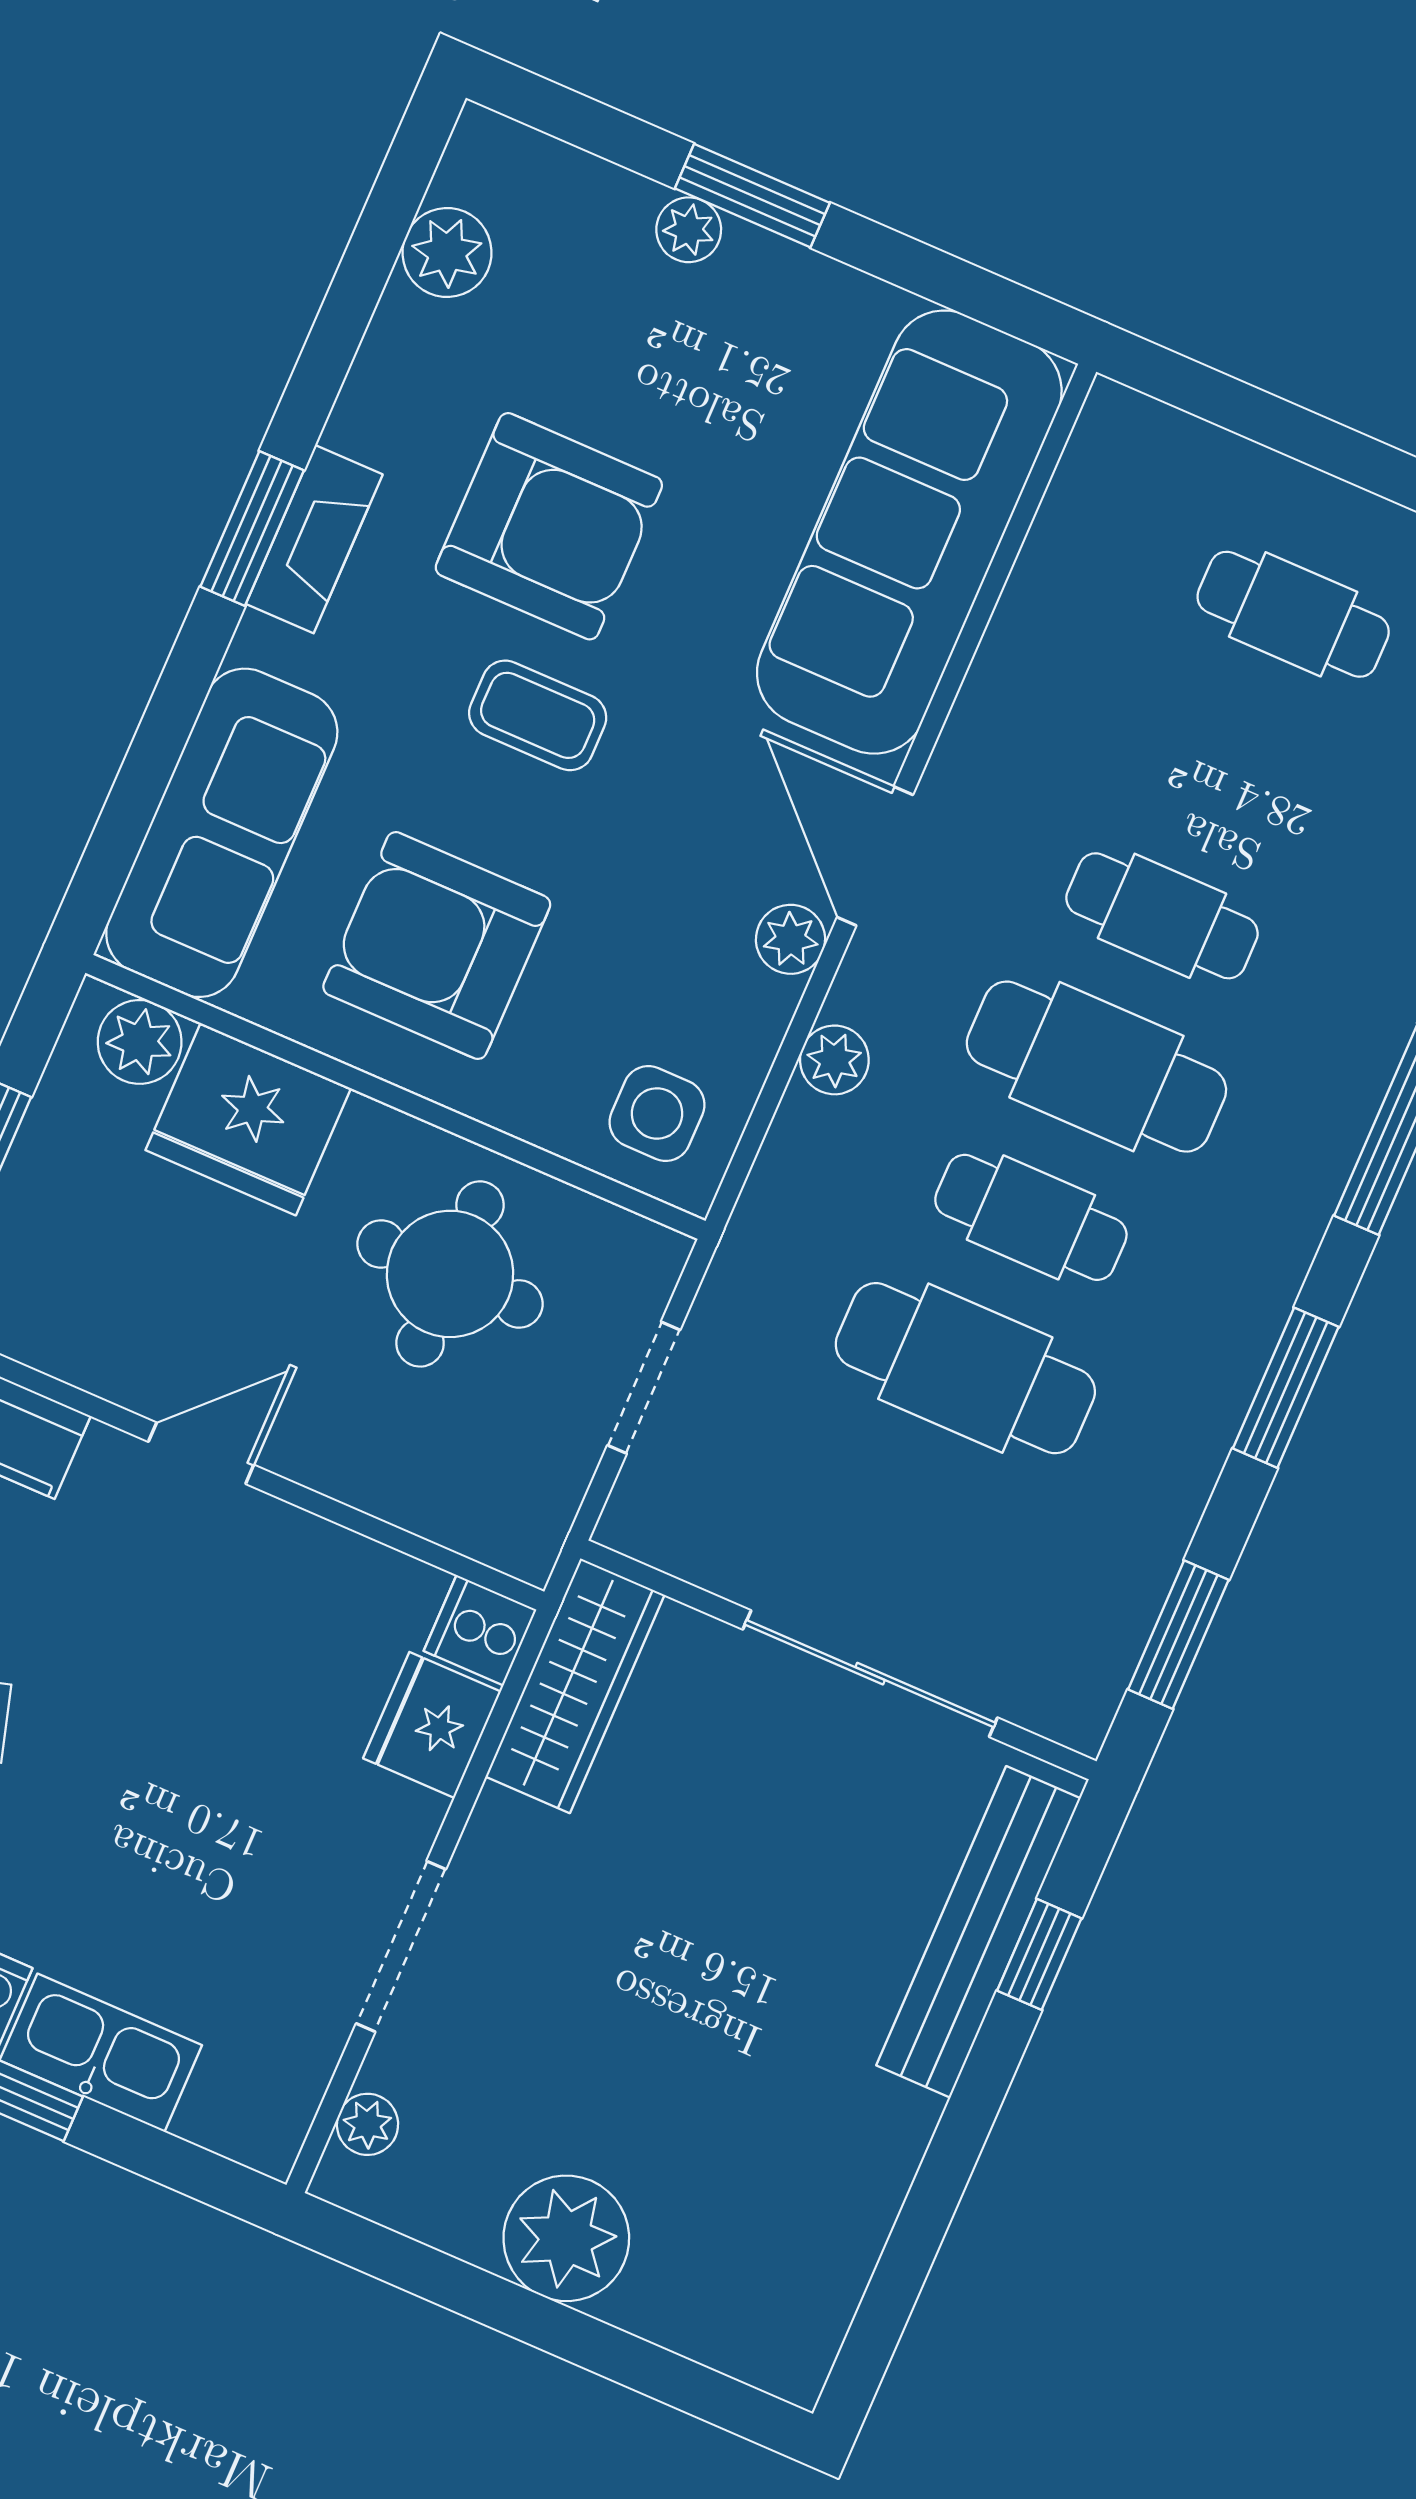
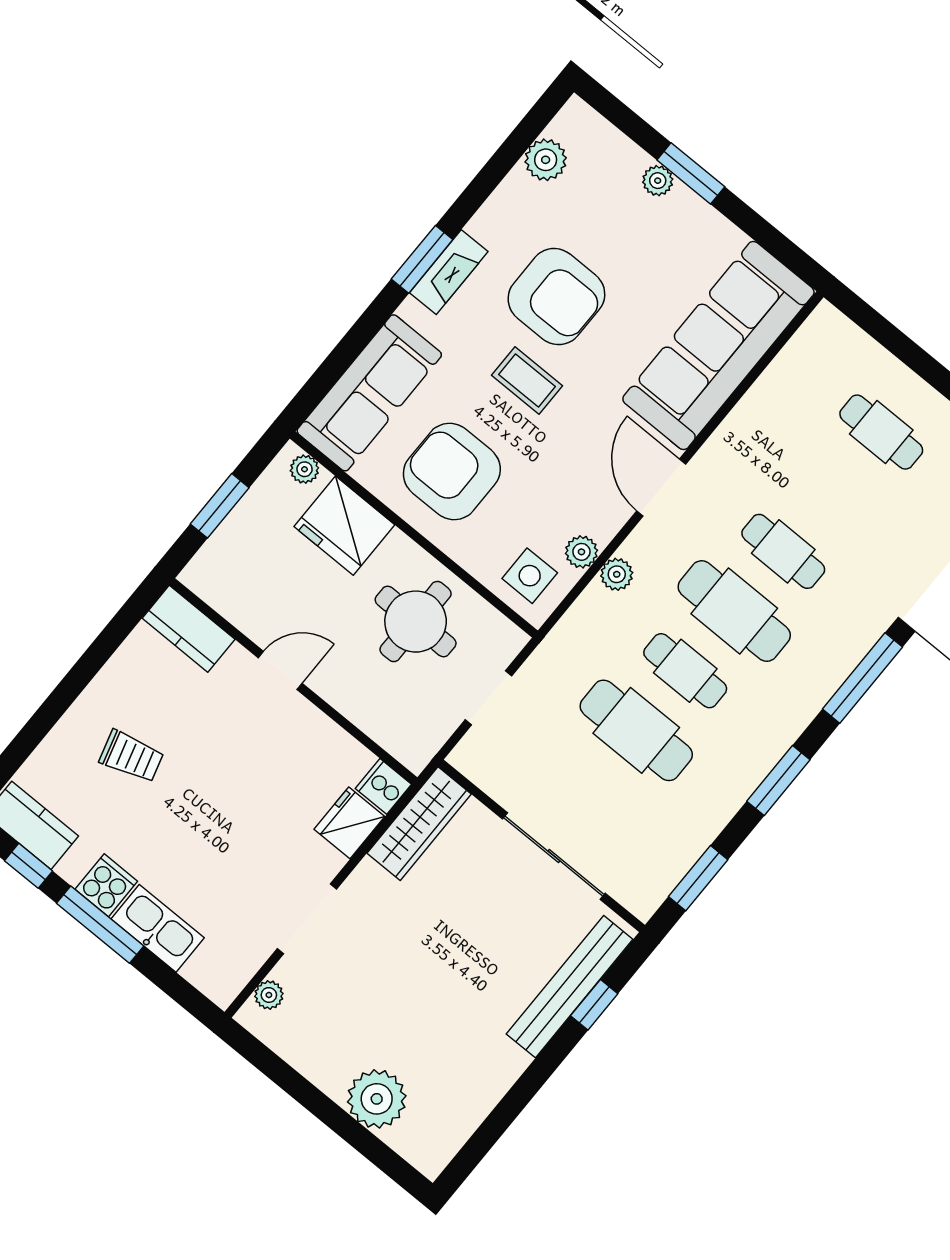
plant: (791, 939) -> (581, 552), moved
plant: (140, 1042) -> (304, 469), width x0.73, depth x0.73
plant: (566, 2238) -> (377, 1099), moved

